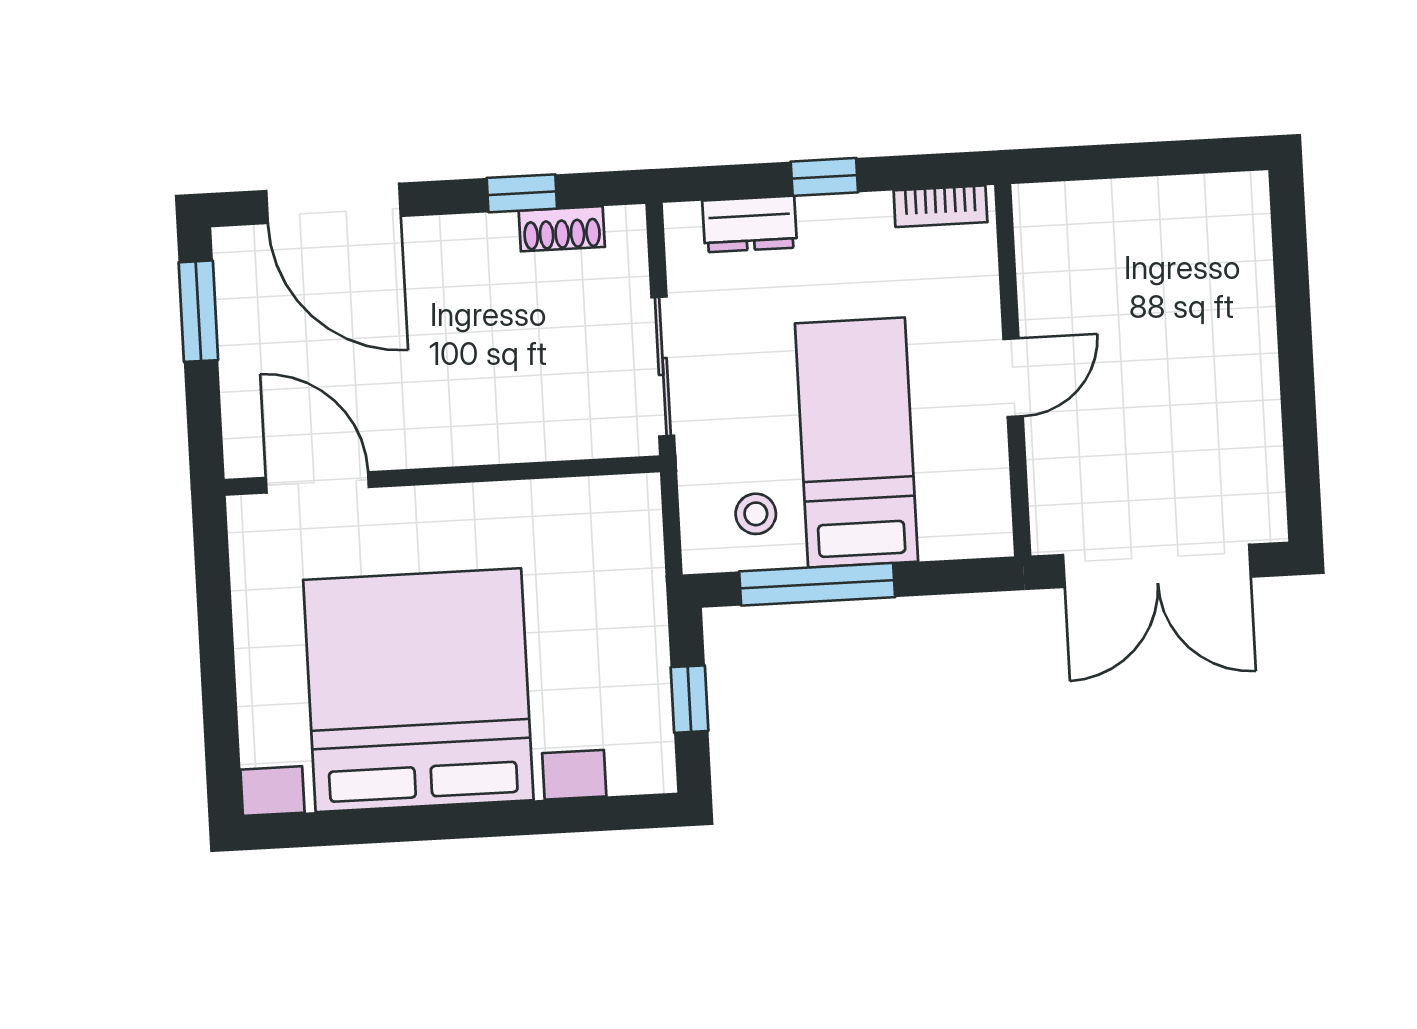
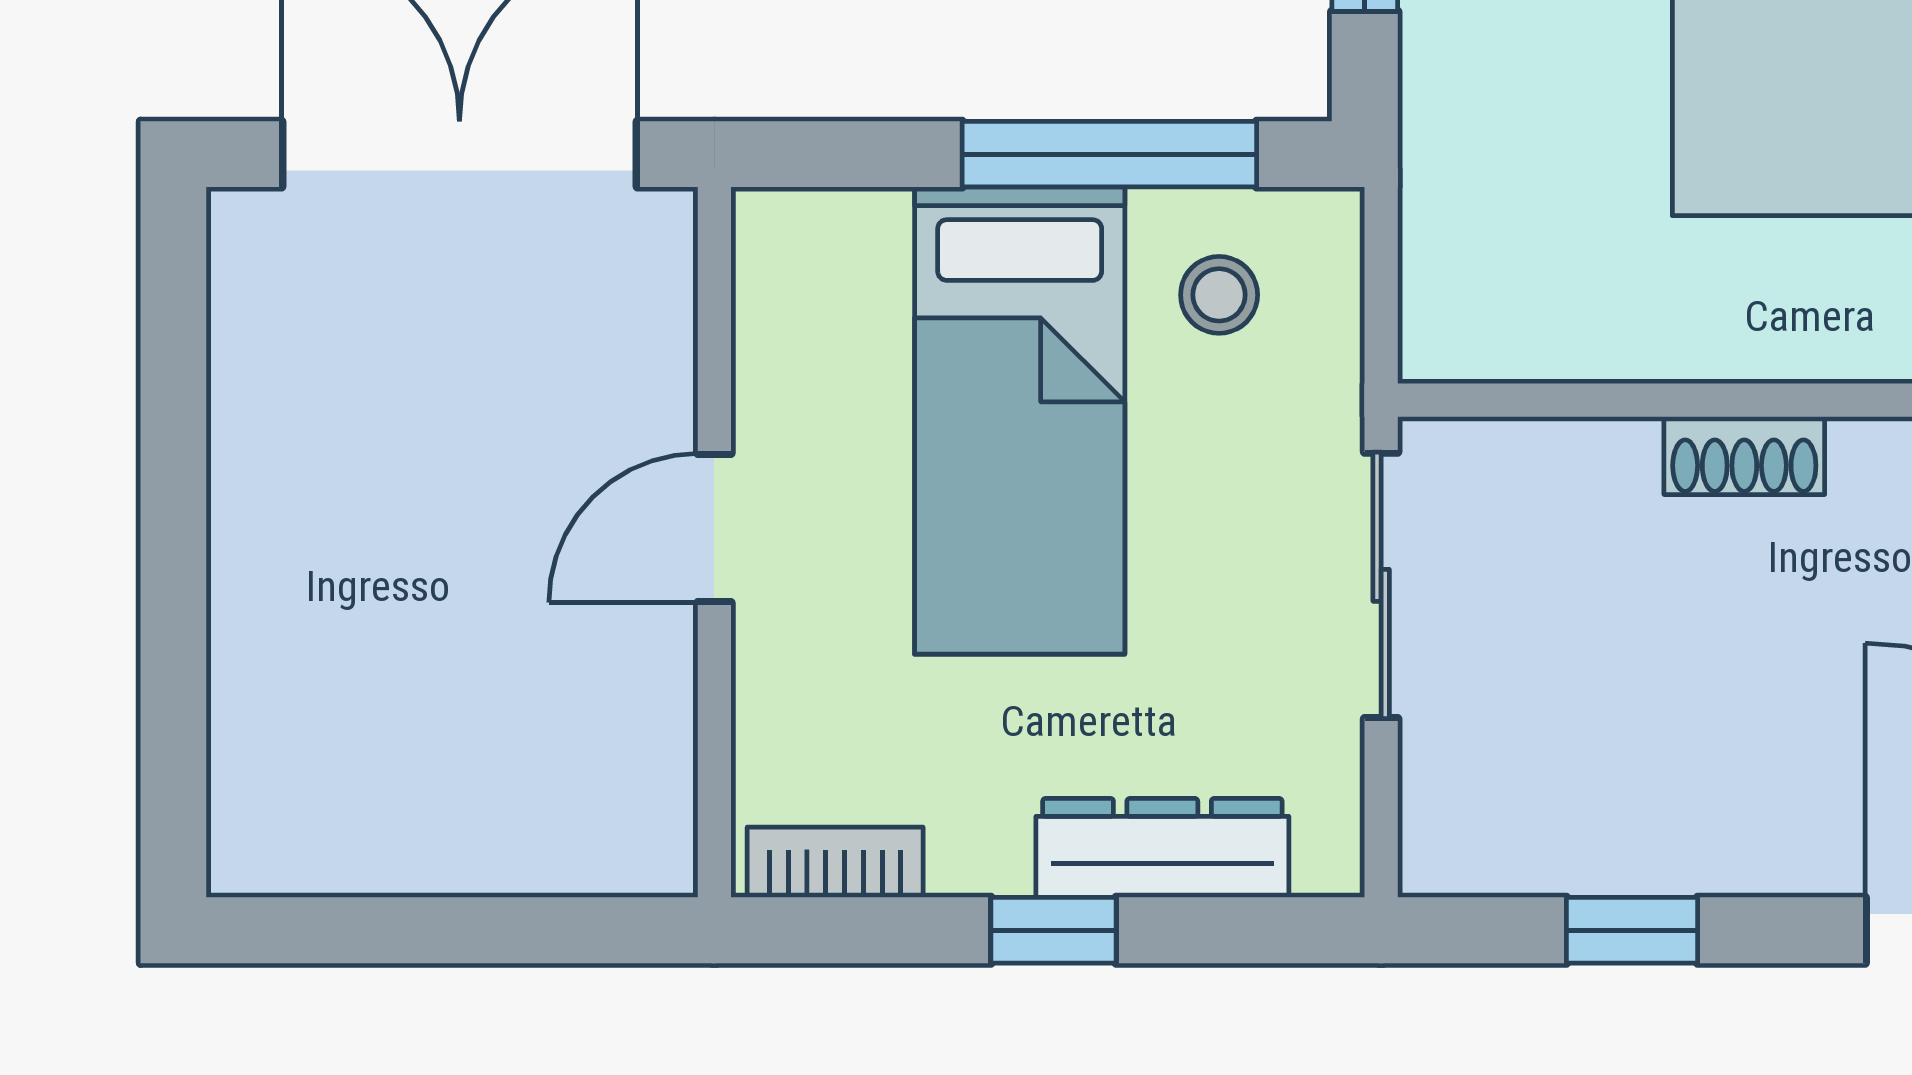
dresser: (750, 224) -> (1162, 848), width x1.44
shoe rack: (562, 229) -> (1744, 456), moved, turned 180

